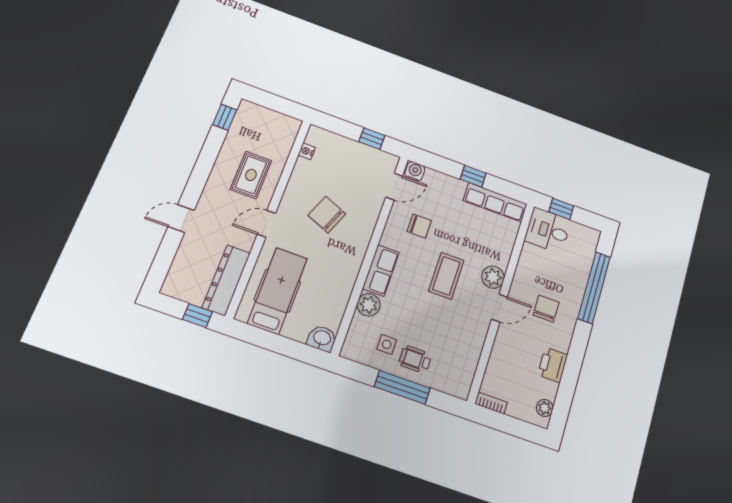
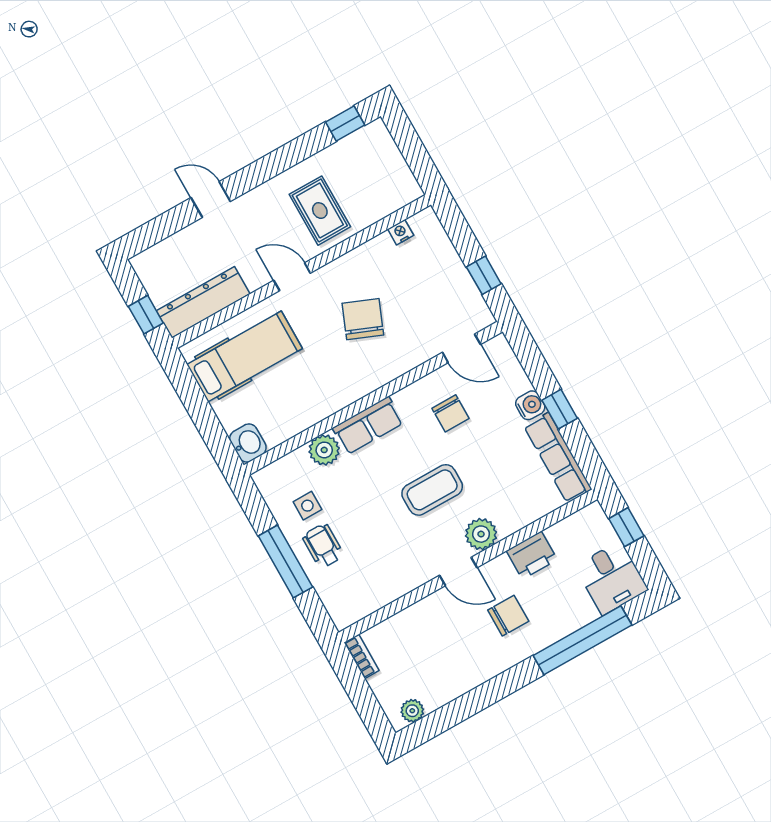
water cooler: (415, 171) -> (530, 405), moved
rug: (251, 175) -> (320, 211), turned 90
desk: (548, 230) -> (612, 578), moved, turned 180
printer: (553, 365) -> (532, 555), moved, turned 180

